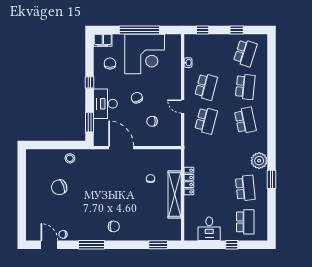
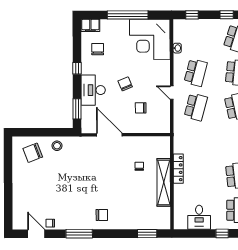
corner desk: (145, 54) -> (150, 39), moved, turned 90
chair: (59, 187) -> (33, 153), moved

